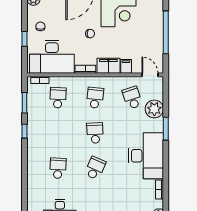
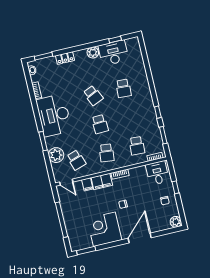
desk: (52, 57) -> (157, 173), width x0.53, depth x0.77
school desk: (95, 168) -> (93, 95), turned -48

